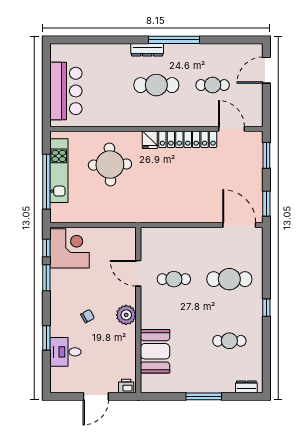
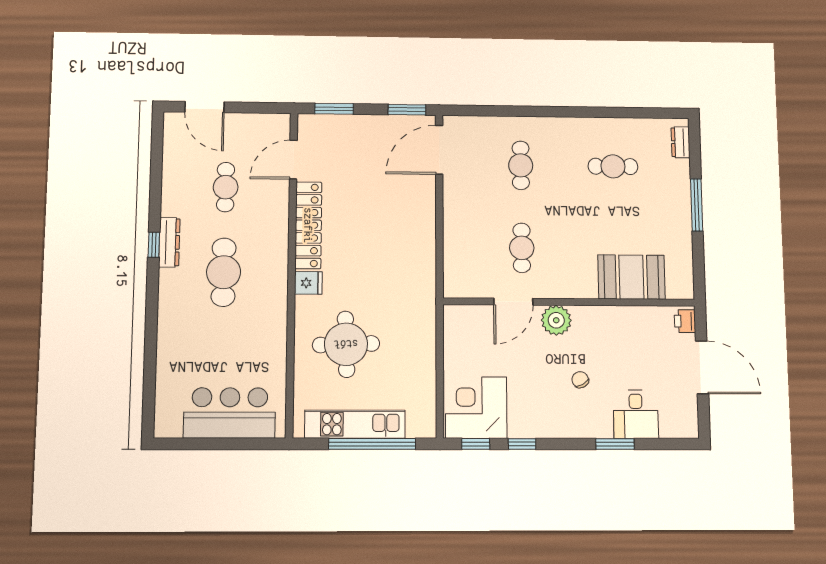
window: (174, 40) -> (154, 245), width x0.32
dresser: (147, 50) -> (169, 242), moved
window: (46, 278) -> (522, 444), width x0.67
cafe table: (229, 279) -> (521, 165), width x0.73, depth x0.74
window: (266, 308) -> (562, 112), removed
plant: (126, 315) -> (556, 320), moved
cafe table: (229, 341) -> (613, 166), turned 90
door: (96, 396) -> (702, 367), width x1.36

